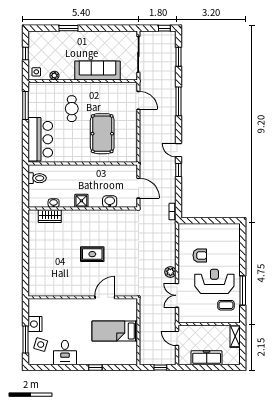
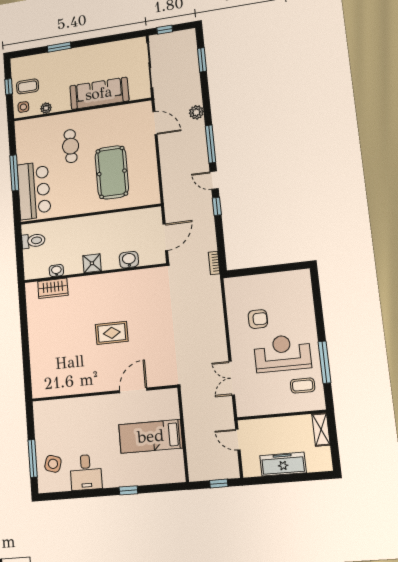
window: (164, 28) -> (165, 30), moved
coffee table: (41, 56) -> (28, 86), added
window: (179, 101) -> (210, 144), moved
window: (25, 105) -> (14, 173), moved
door: (138, 188) -> (165, 237), hinge flipped
plant: (170, 272) -> (196, 112), moved
nightstand: (35, 324) -> (44, 436), removed

